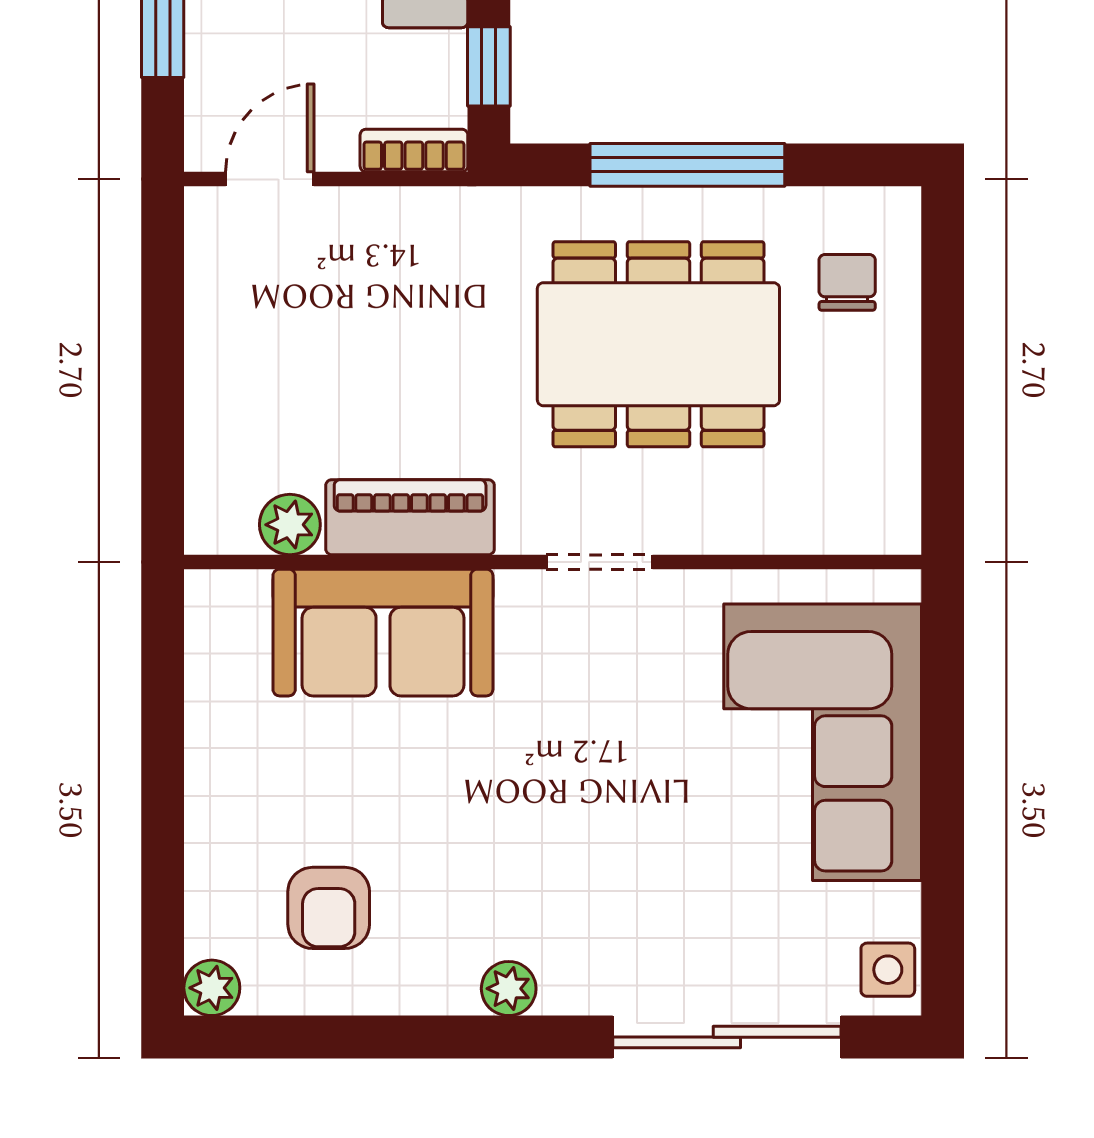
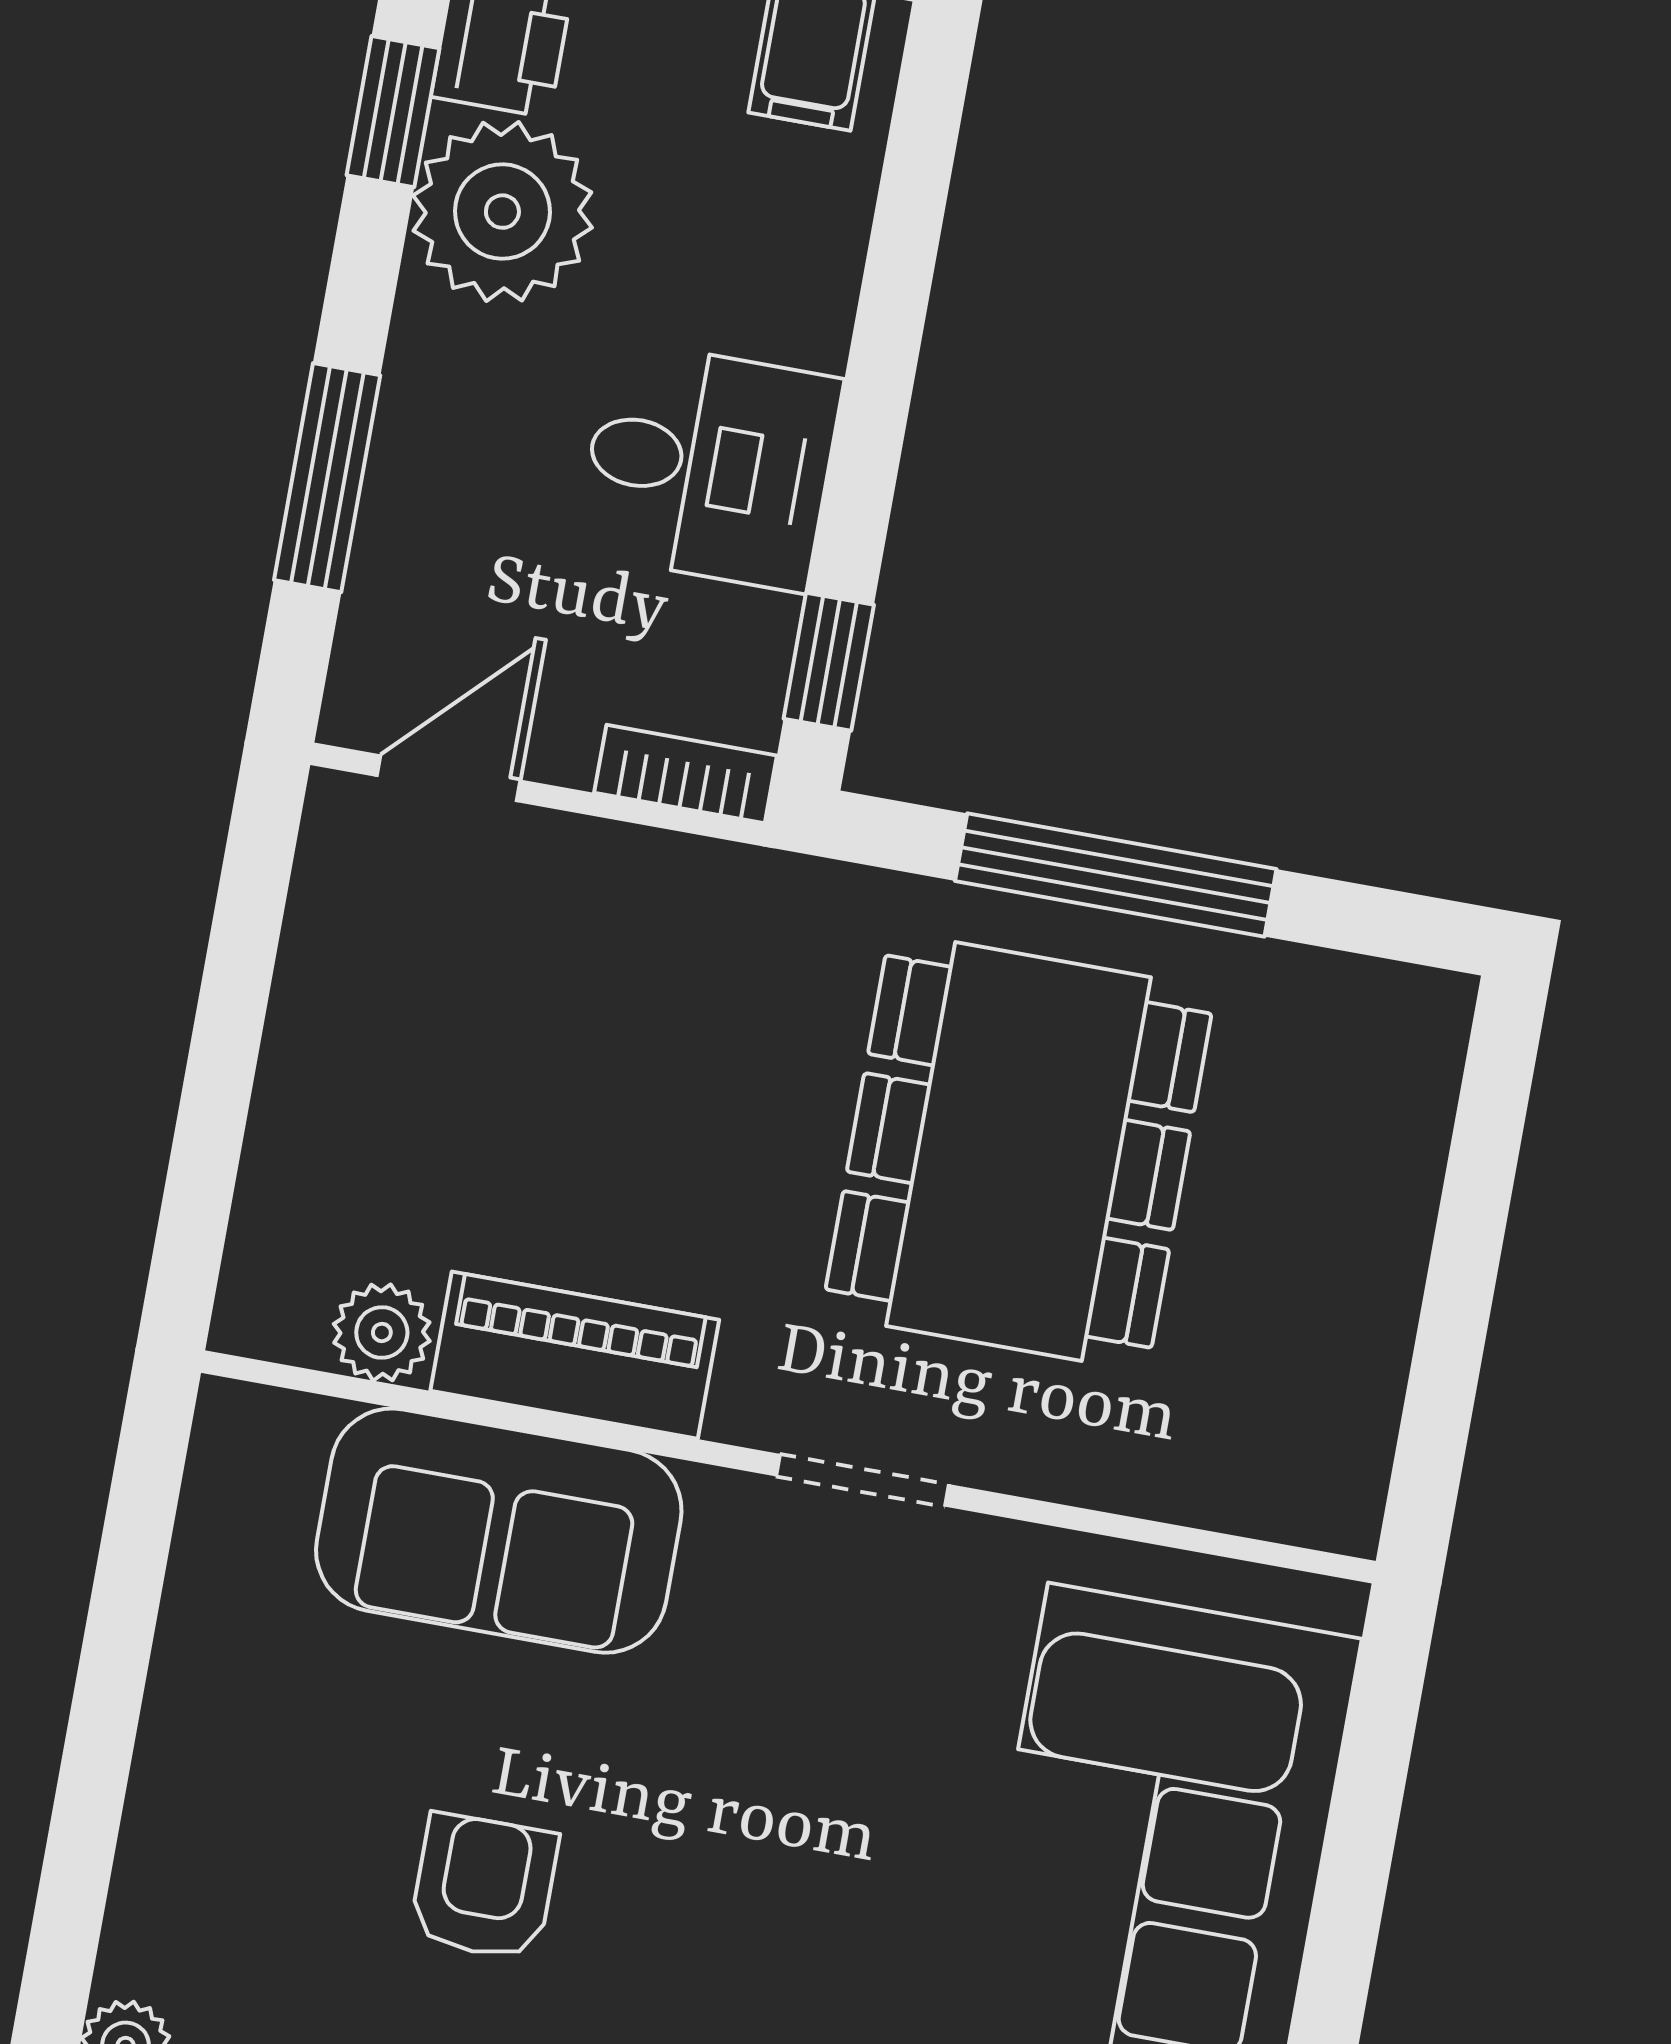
chair: (847, 282) -> (1336, 1107), removed
dining table: (658, 344) -> (1019, 1152), turned 90
armchair: (329, 908) -> (484, 1887), moved, turned 180

